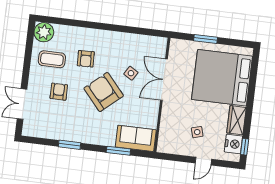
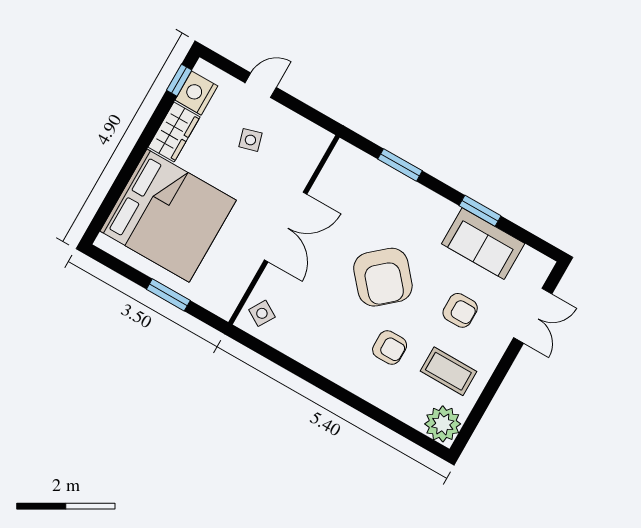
armchair: (86, 59) -> (390, 347), turned 92
side table: (131, 73) -> (262, 313), moved
double door: (164, 80) -> (286, 227), moved
armchair: (59, 92) -> (460, 310), turned -90
sofa: (136, 138) -> (483, 244), moved

